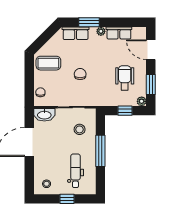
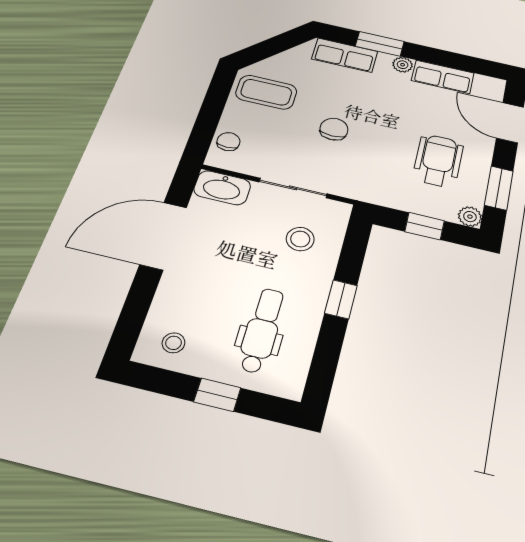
window: (100, 151) -> (341, 299), width x0.46

